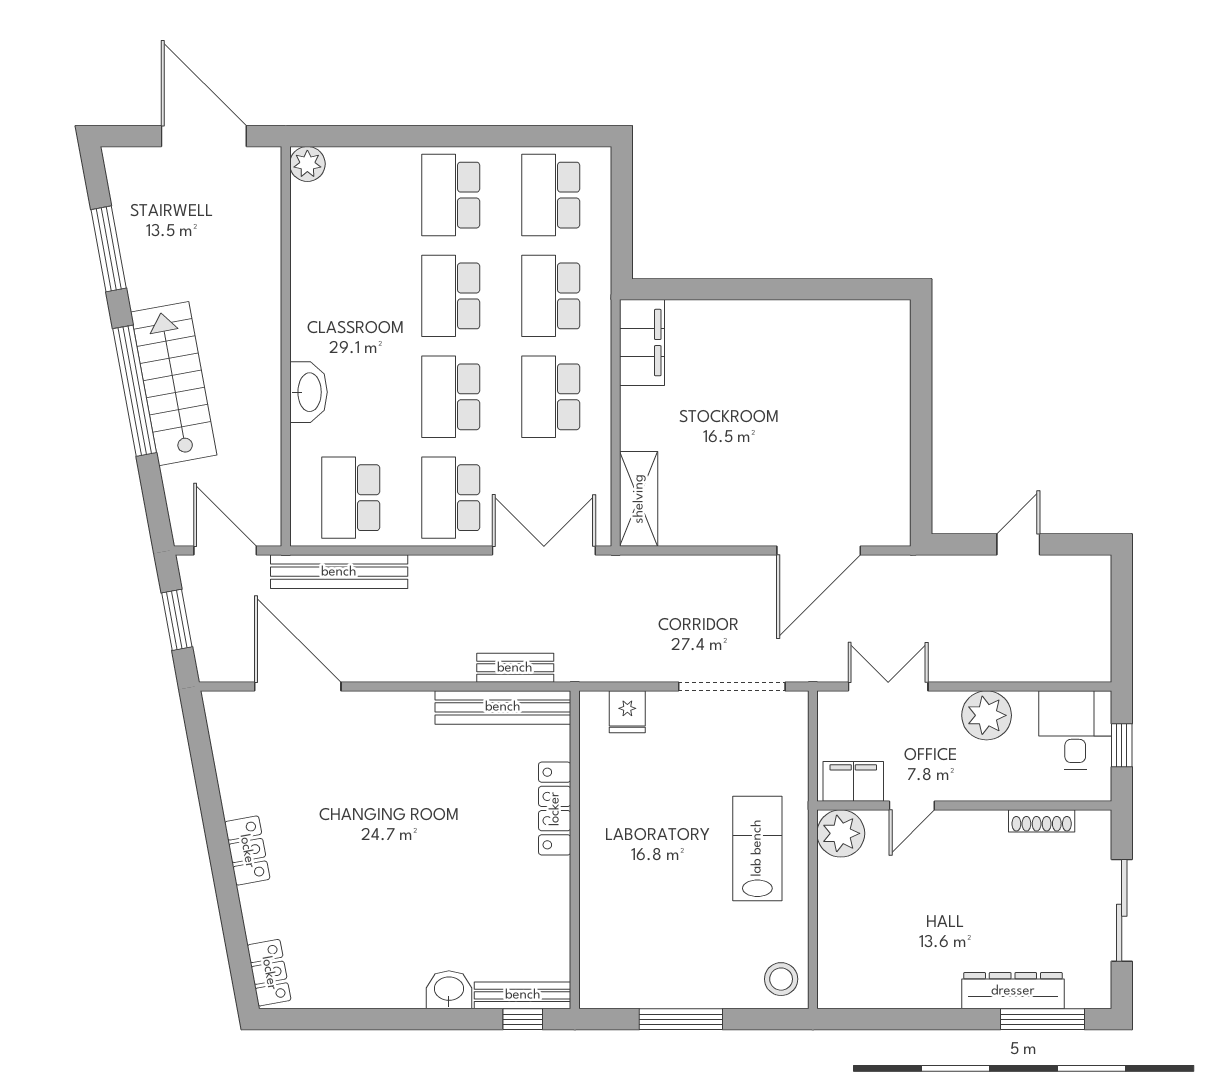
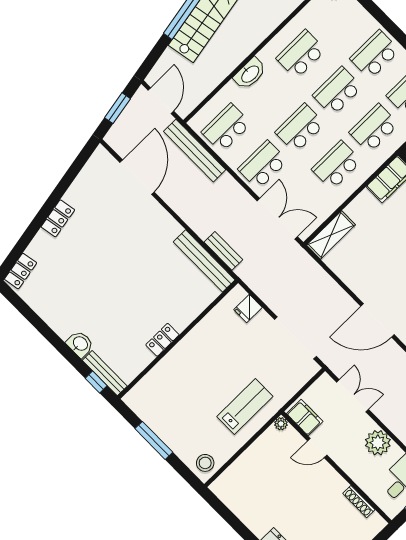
school desk: (351, 296) -> (301, 54), added
locker: (555, 809) -> (162, 340), moved, width x0.66
plant: (841, 833) -> (281, 424), width x0.53, depth x0.53

